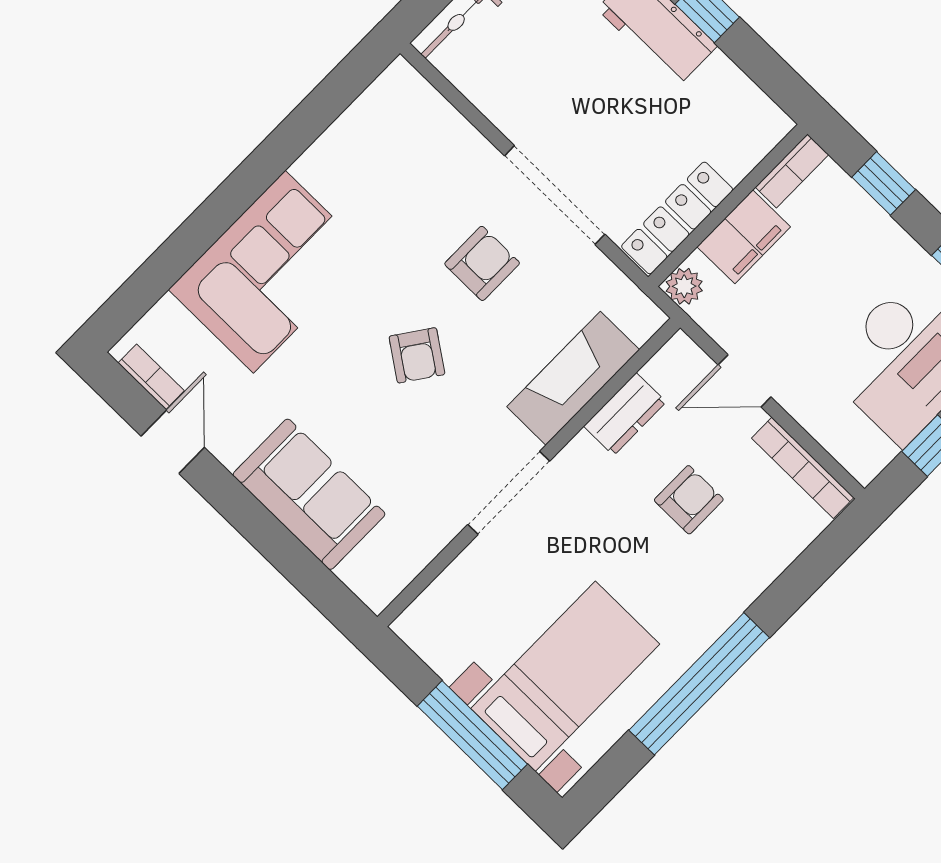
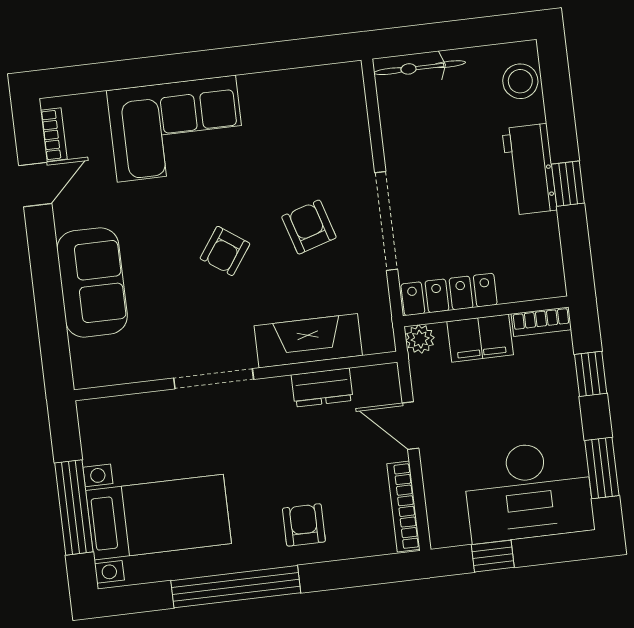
armchair: (482, 263) -> (309, 227), turned -107
armchair: (689, 500) -> (304, 525), moved, turned -90

